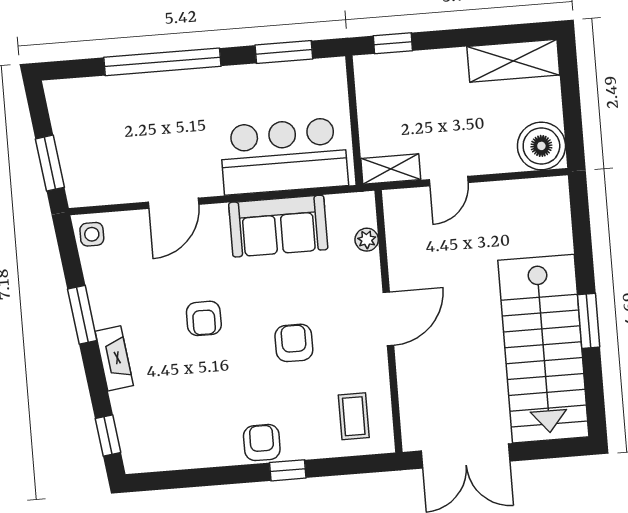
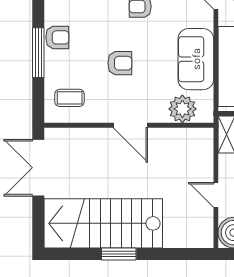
door: (449, 181) -> (216, 195), moved
plant: (367, 240) -> (182, 109), width x1.88, depth x1.88
window: (288, 470) -> (38, 53), width x2.17

